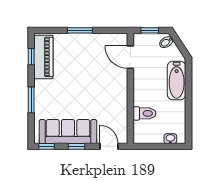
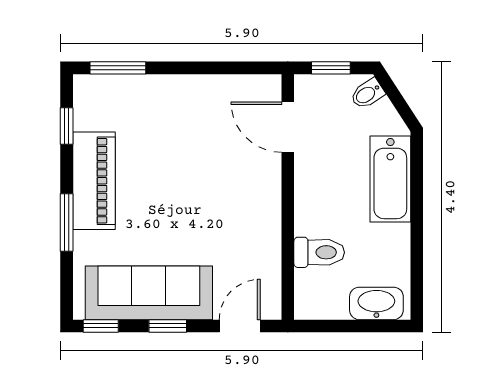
window: (80, 30) -> (118, 68), moved
piano: (43, 57) -> (94, 181), moved
washbasin: (170, 139) -> (376, 303), width x1.91, depth x1.45
door: (109, 146) -> (240, 326), hinge flipped

